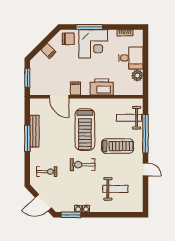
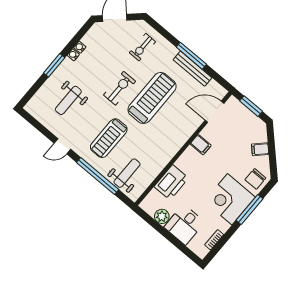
printer: (102, 87) -> (171, 182), moved
door: (59, 97) -> (214, 112), moved
treadmill: (85, 130) -> (152, 98), moved, turned 90
window: (71, 215) -> (54, 65), moved

